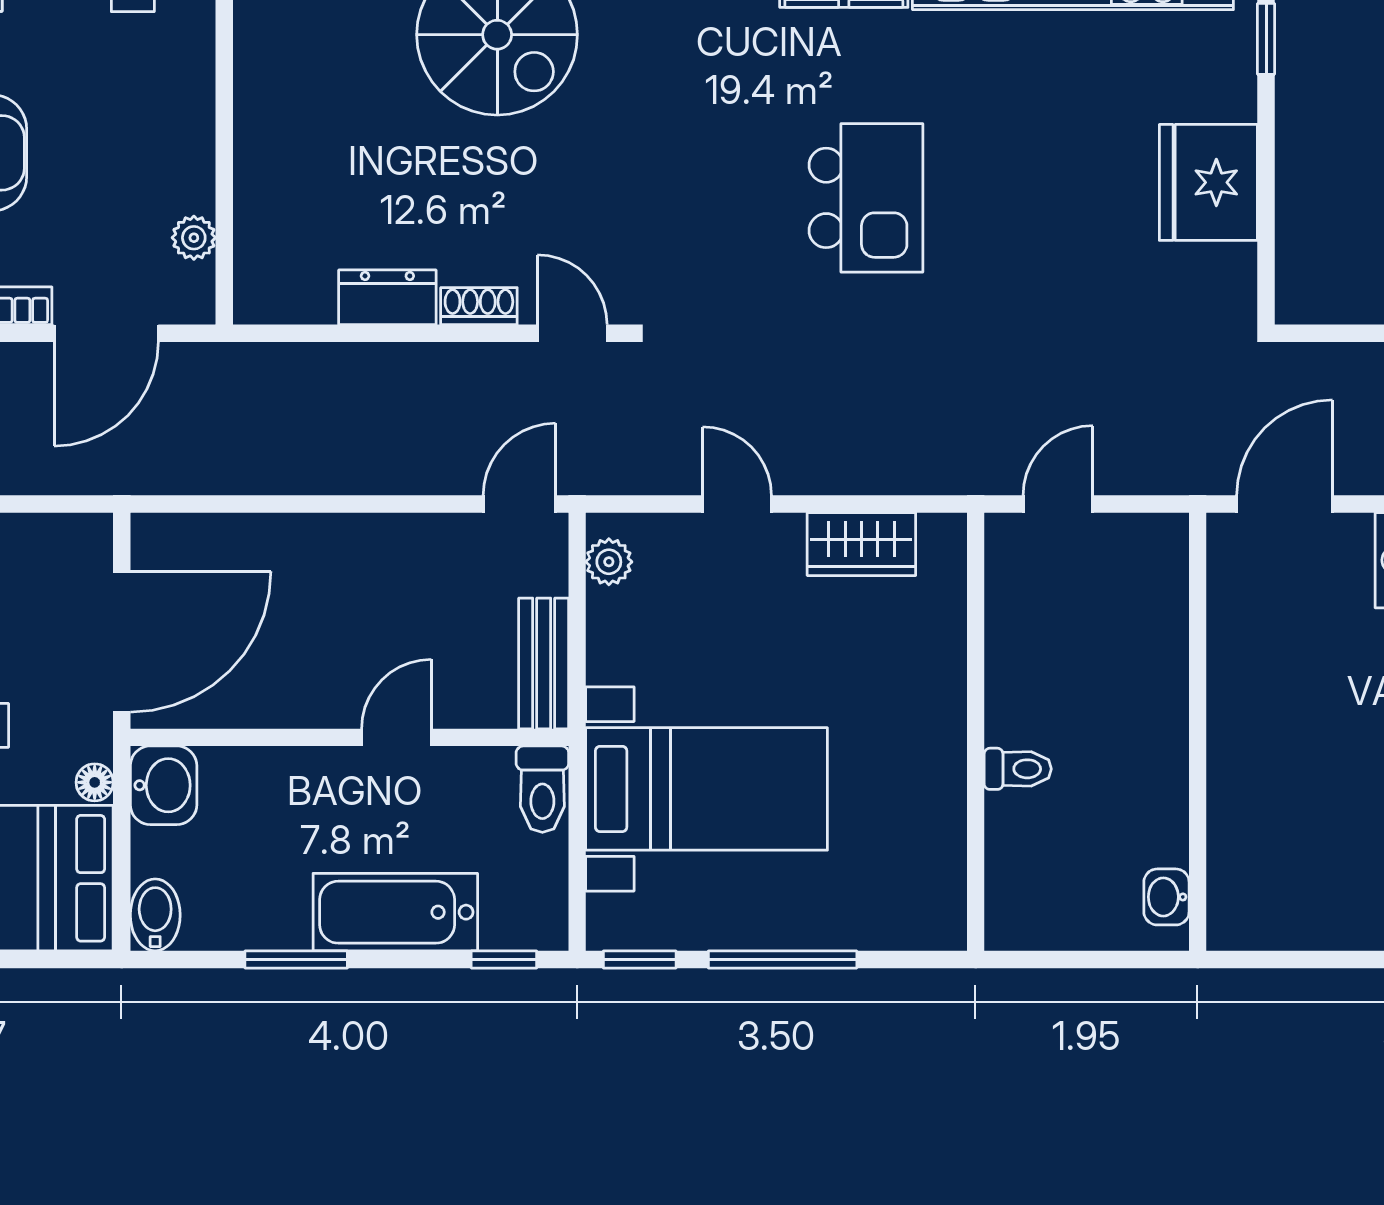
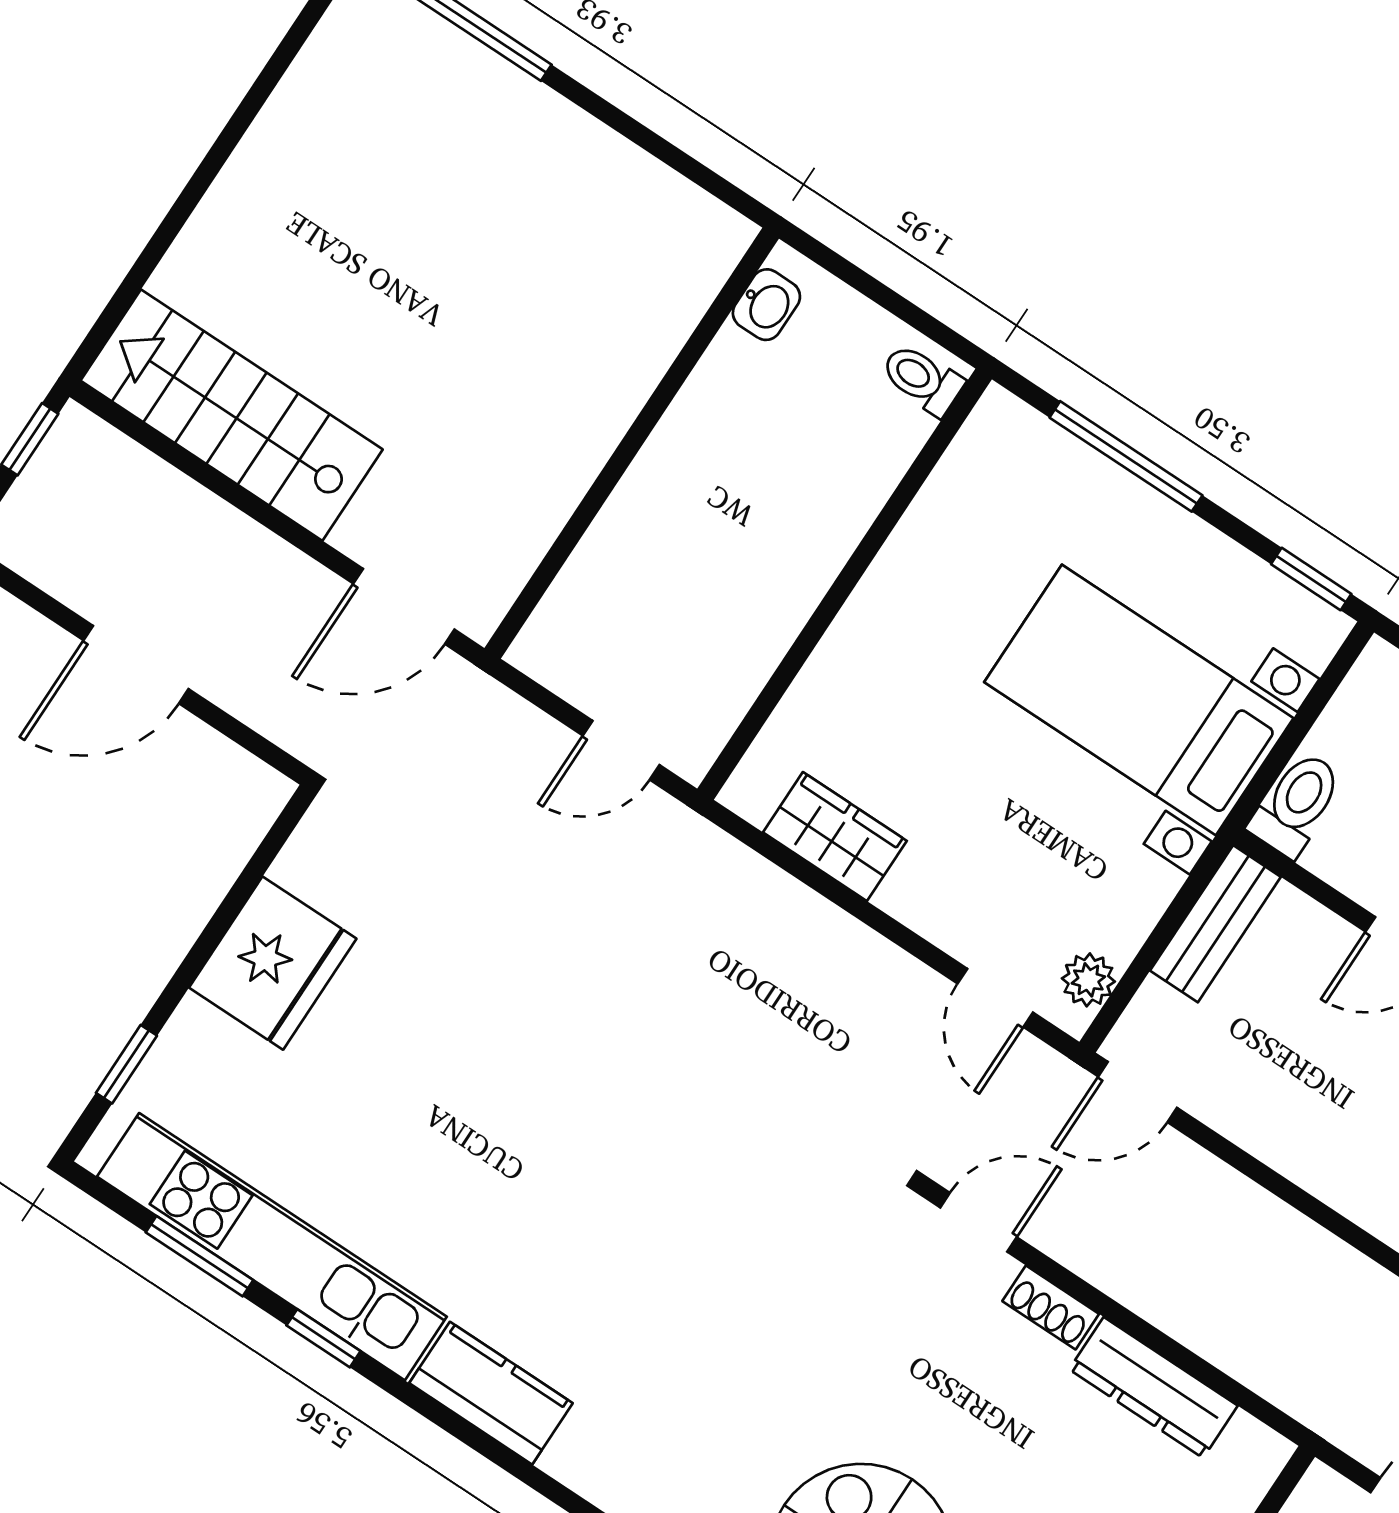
kitchen island: (866, 198) -> (611, 1166), removed
dresser: (387, 297) -> (1153, 1388), width x1.44
door: (572, 333) -> (979, 1222), swing flipped
door: (737, 504) -> (995, 998), moved
toilet: (1018, 769) -> (922, 379), moved
window: (783, 959) -> (1126, 456), moved

